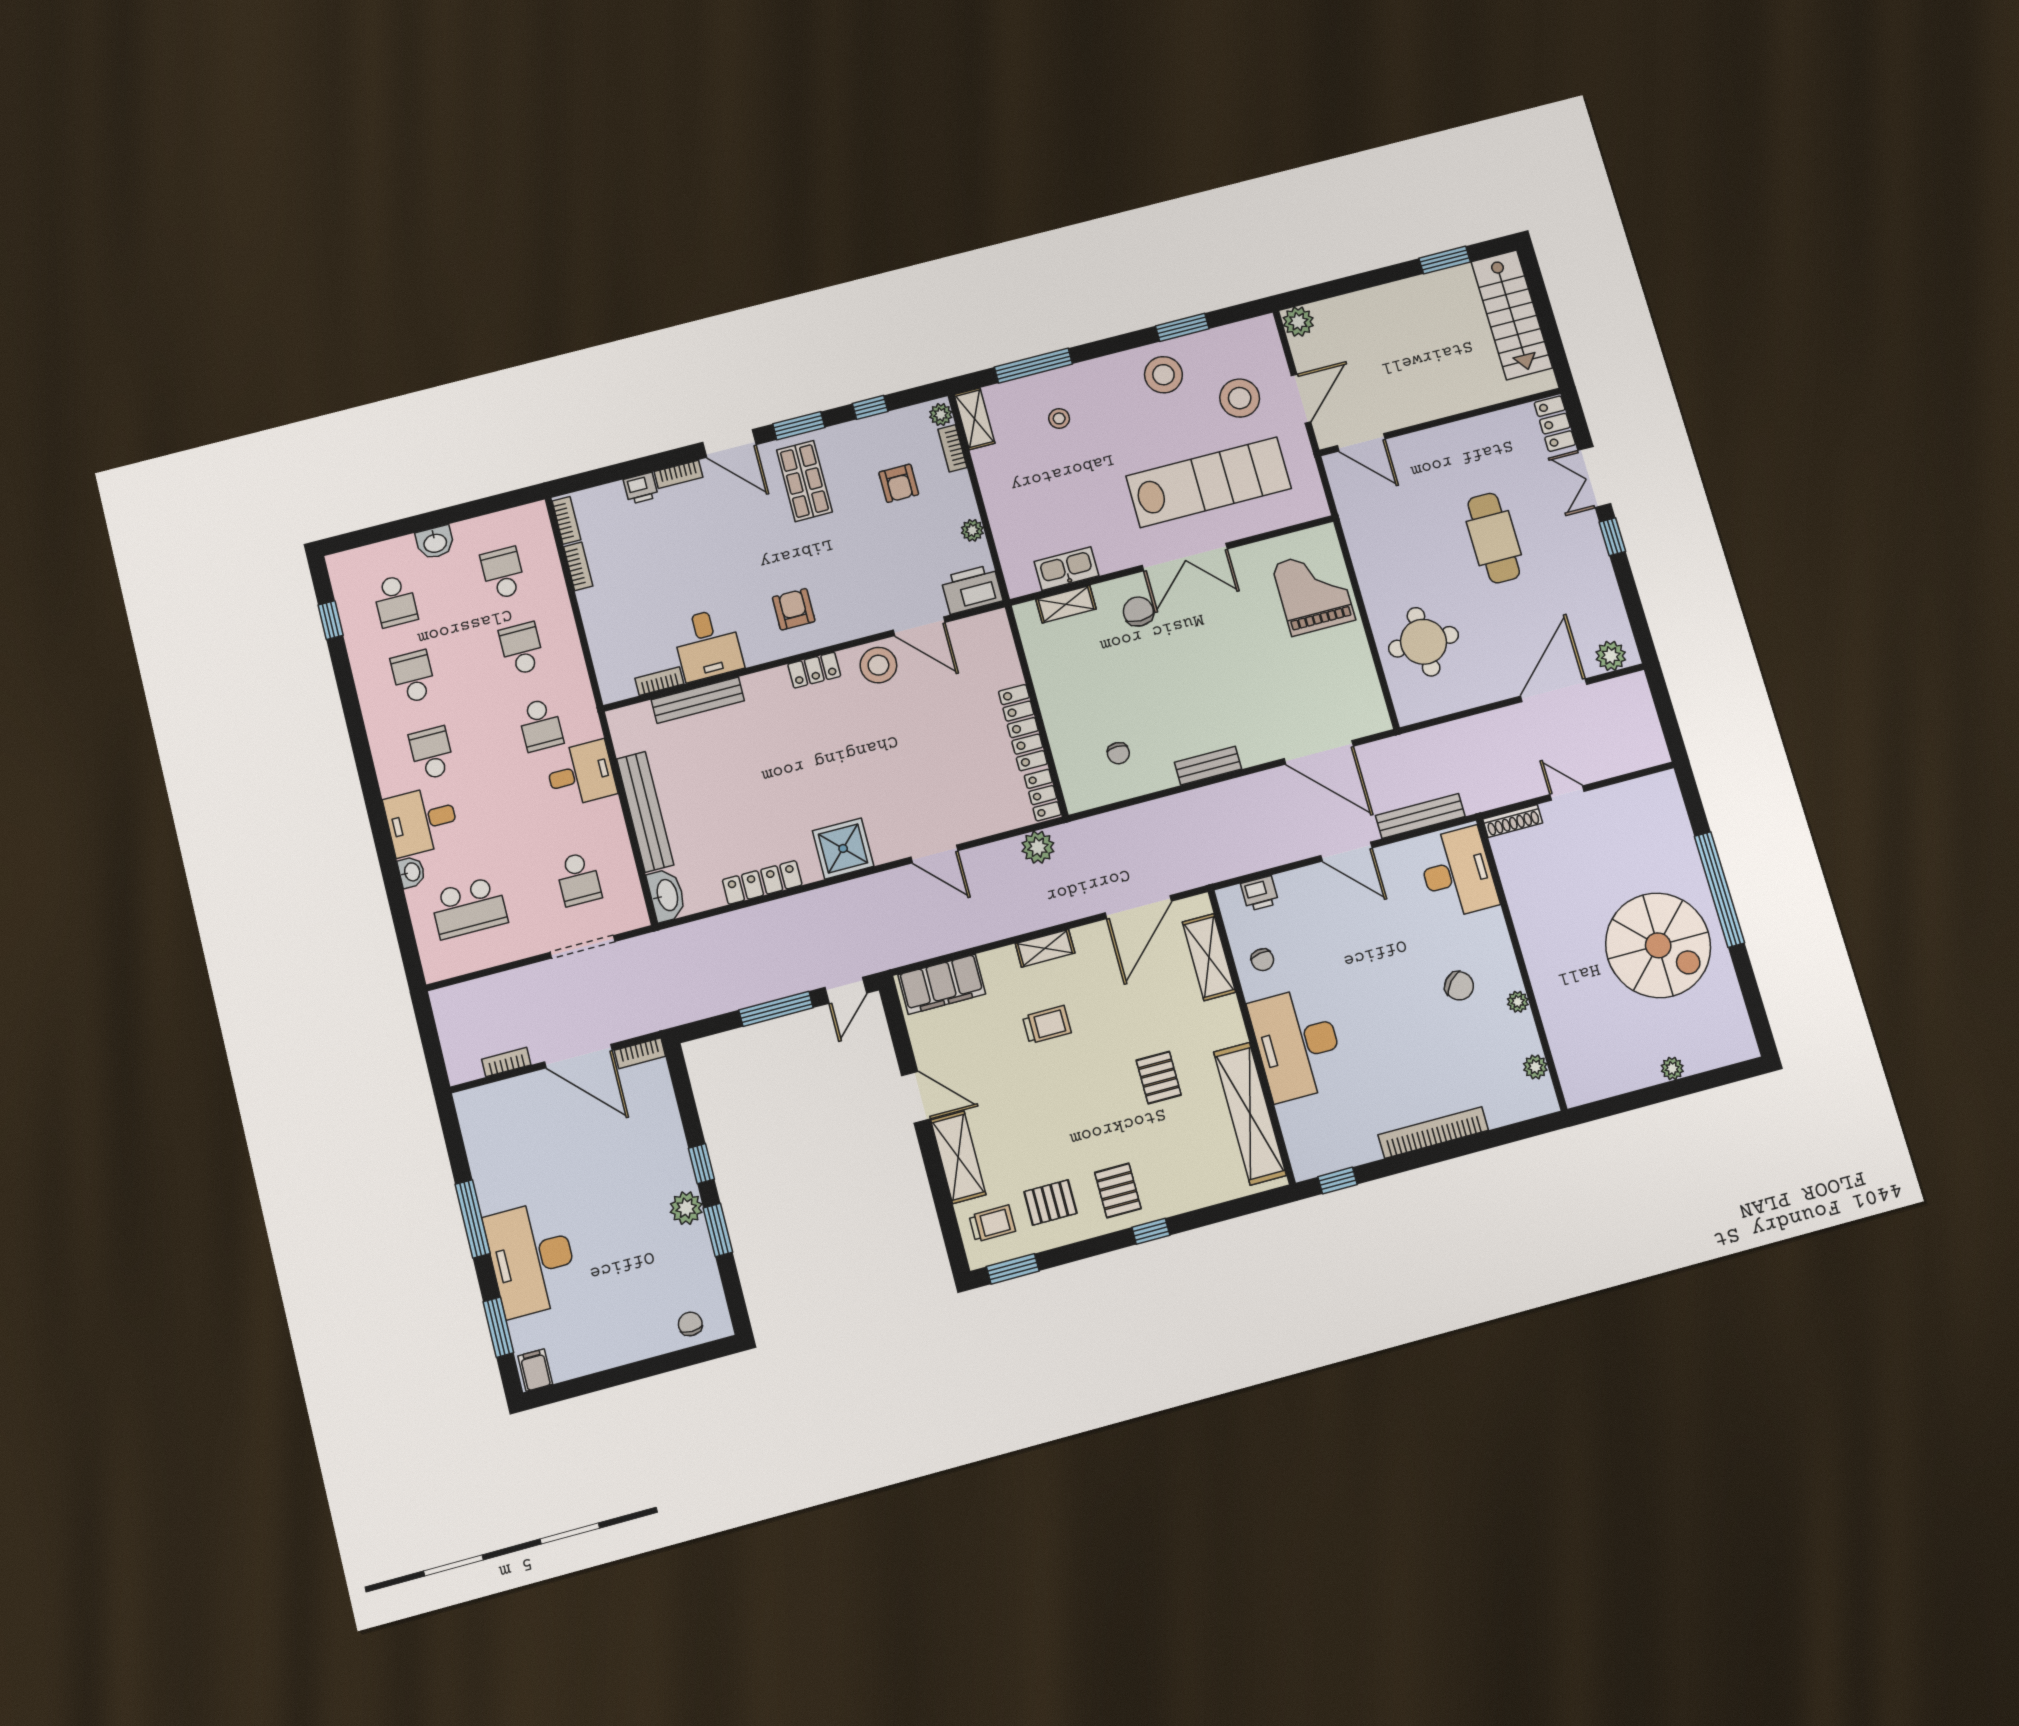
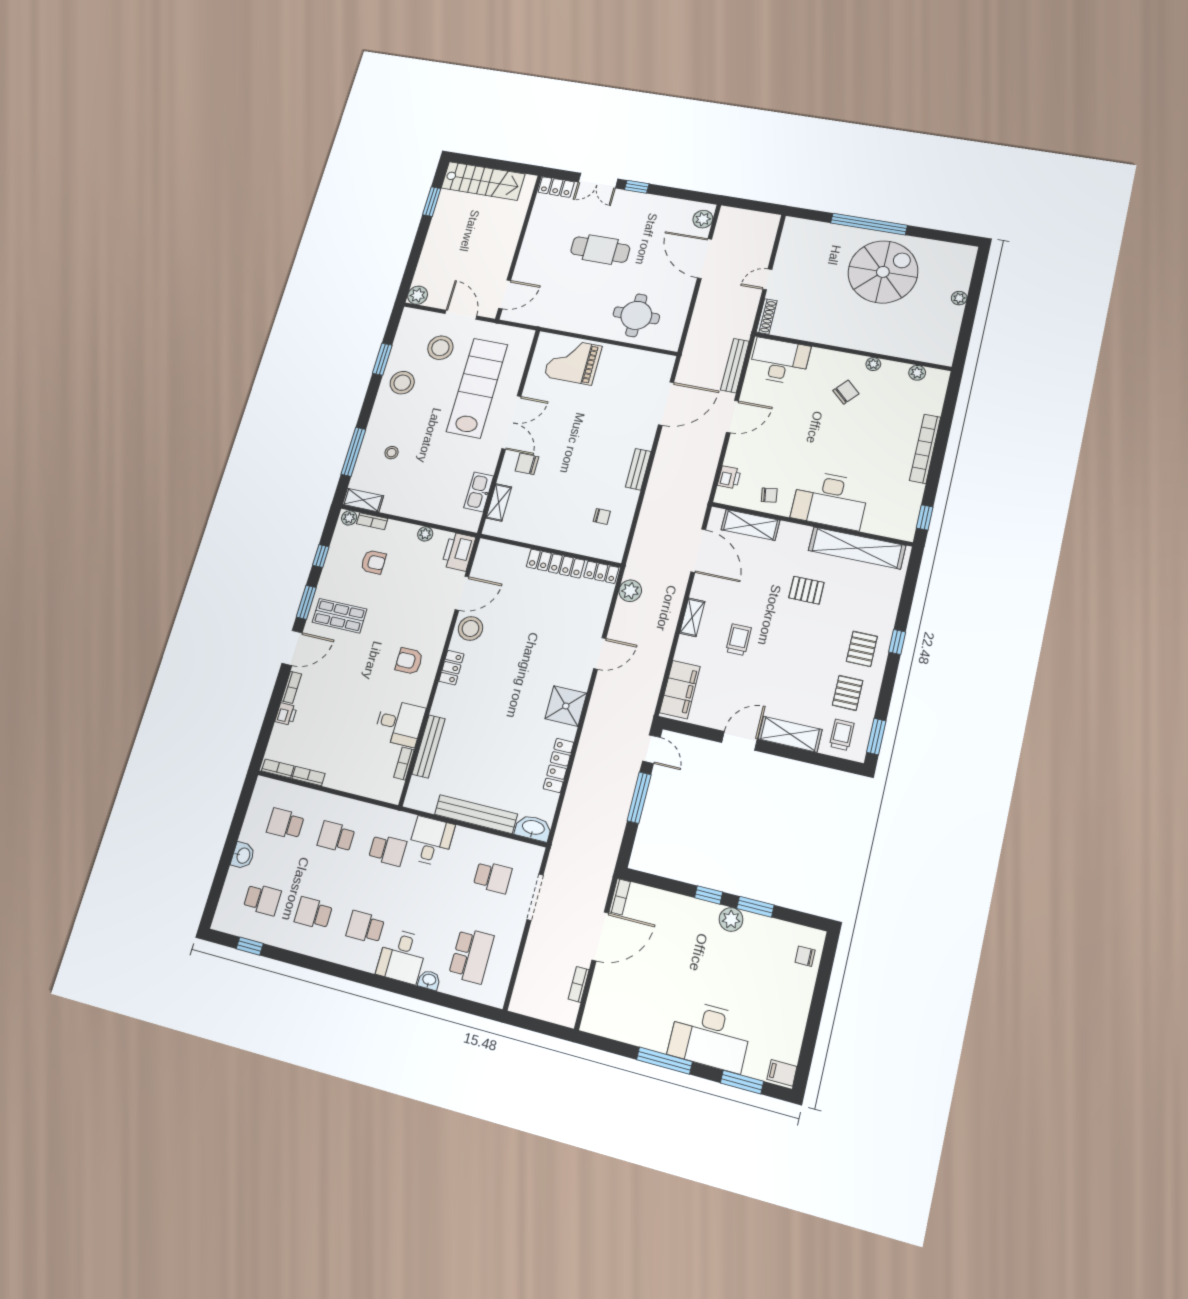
pallet: (1118, 1191) -> (862, 649), turned 90

